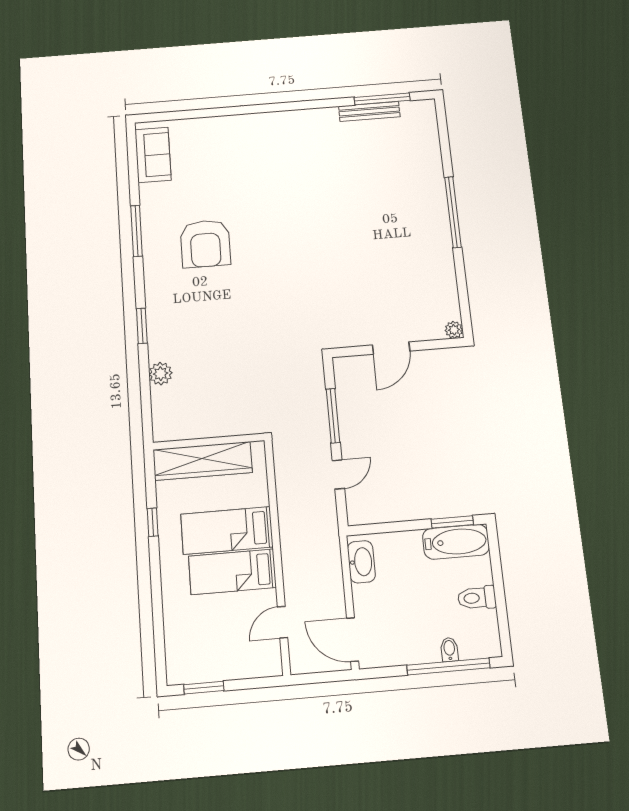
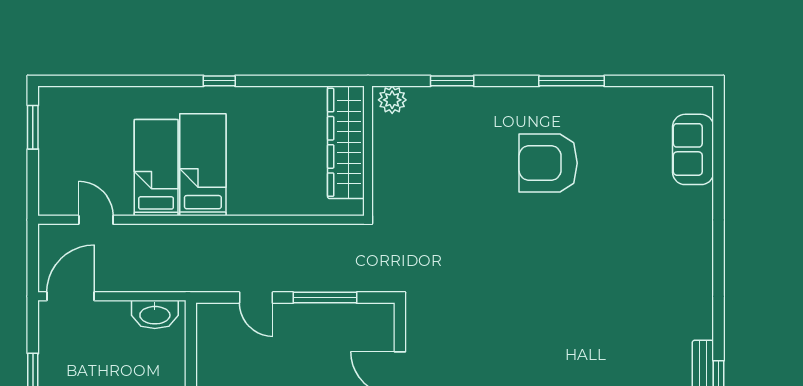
sofa: (153, 155) -> (693, 149), moved, turned 90
wall: (209, 441) -> (368, 151), moved
wardrobe: (203, 461) -> (346, 142), moved

